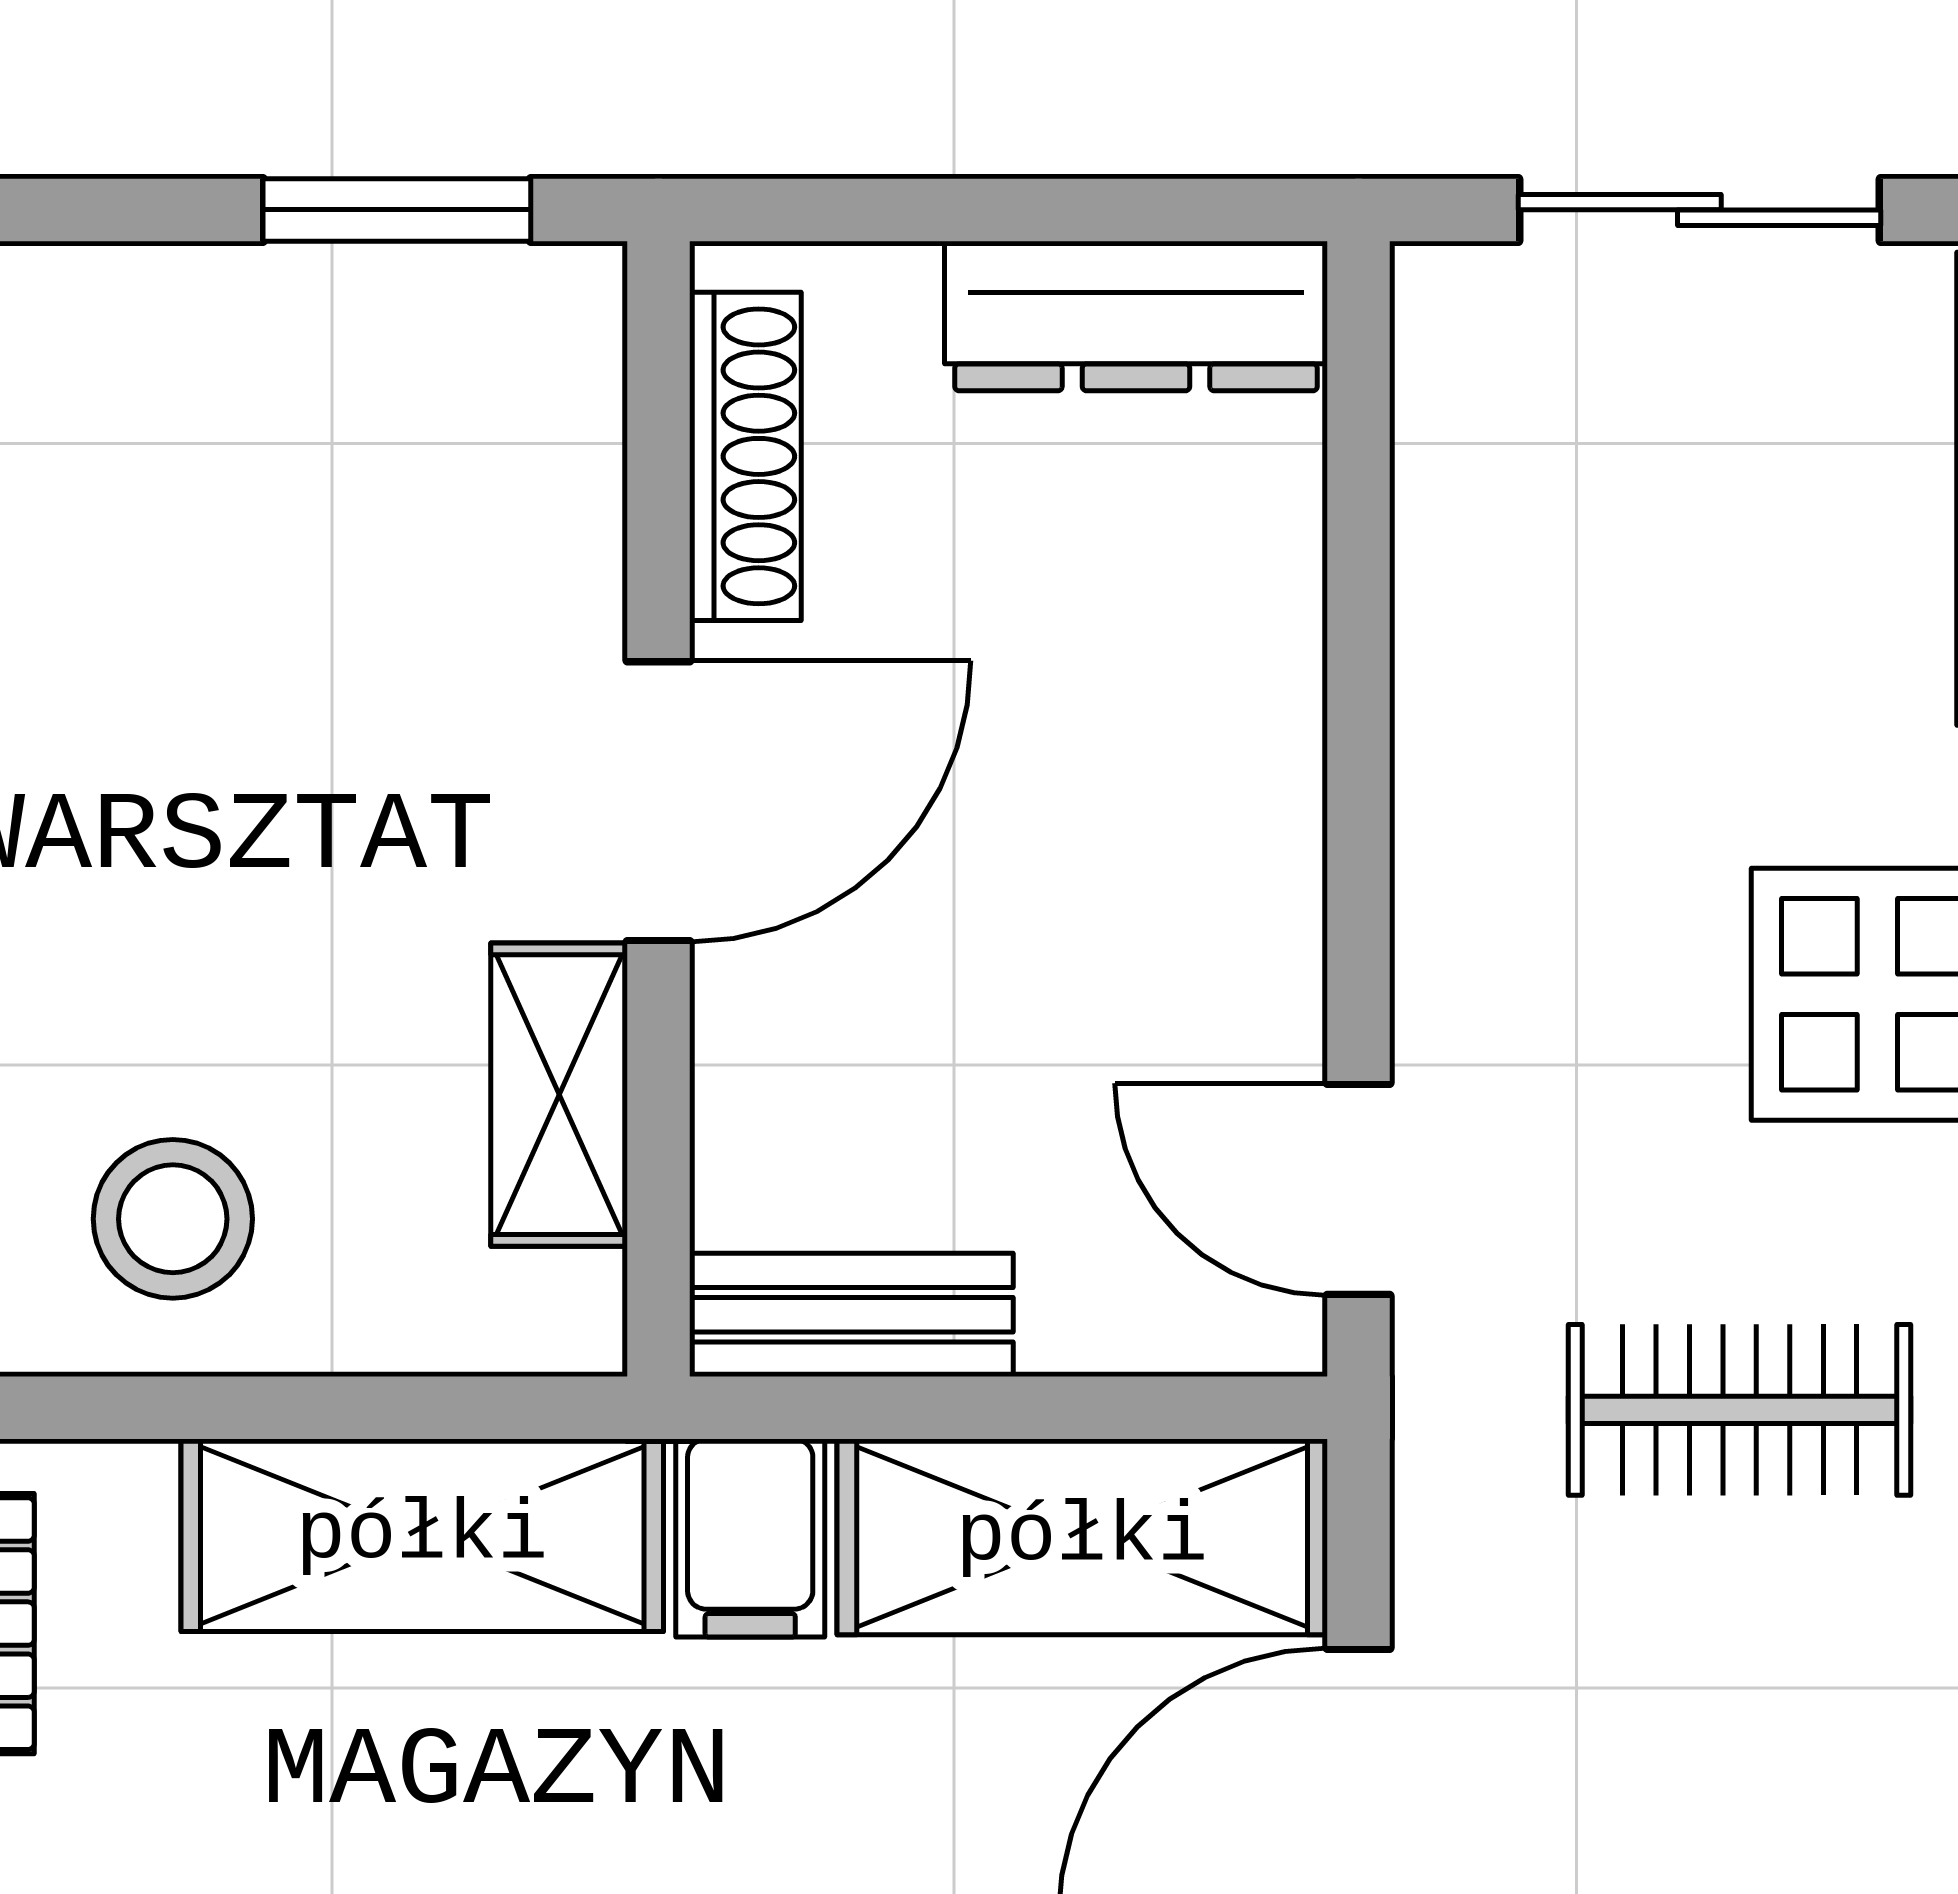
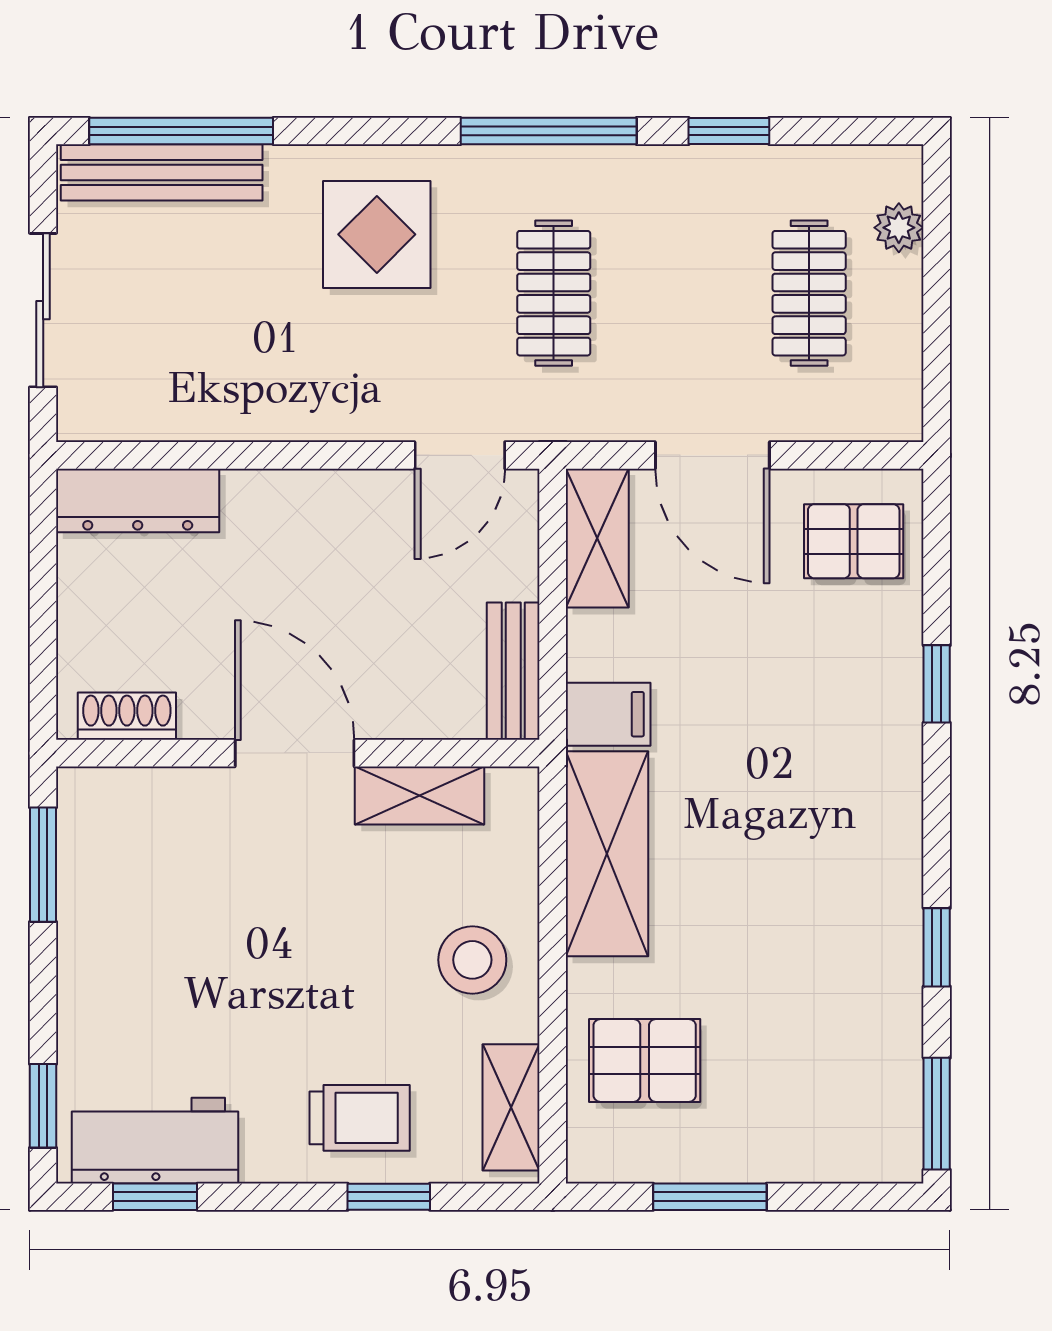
dresser: (1136, 316) -> (138, 500), moved, turned 90
shoe rack: (745, 456) -> (127, 716), width x0.70
shelving: (1082, 1537) -> (597, 538), width x0.67, depth x0.75

